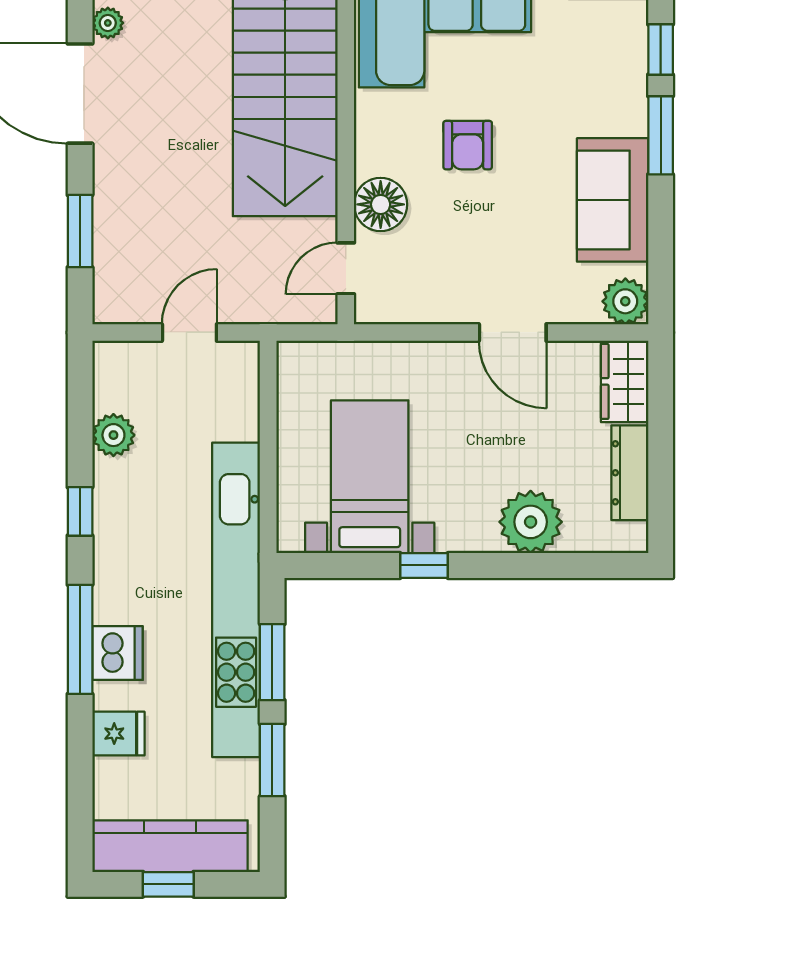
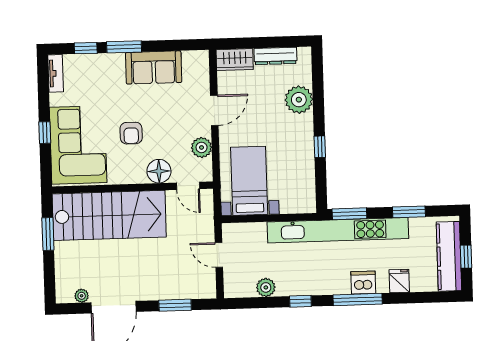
armchair: (468, 145) -> (131, 133), turned 90
plant: (625, 301) -> (202, 147), moved
bed with nightstands: (370, 477) -> (249, 181), moved, turned 90
window: (272, 662) -> (349, 214), moved

